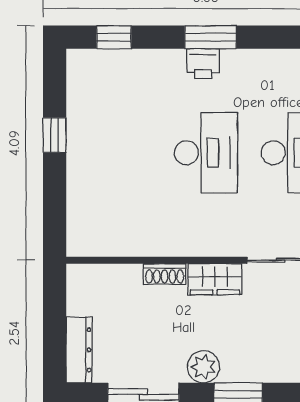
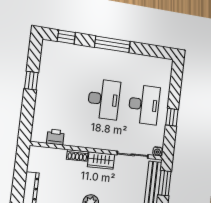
window: (211, 37) -> (112, 44), width x1.44
printer: (203, 64) -> (55, 137), moved, turned 180

